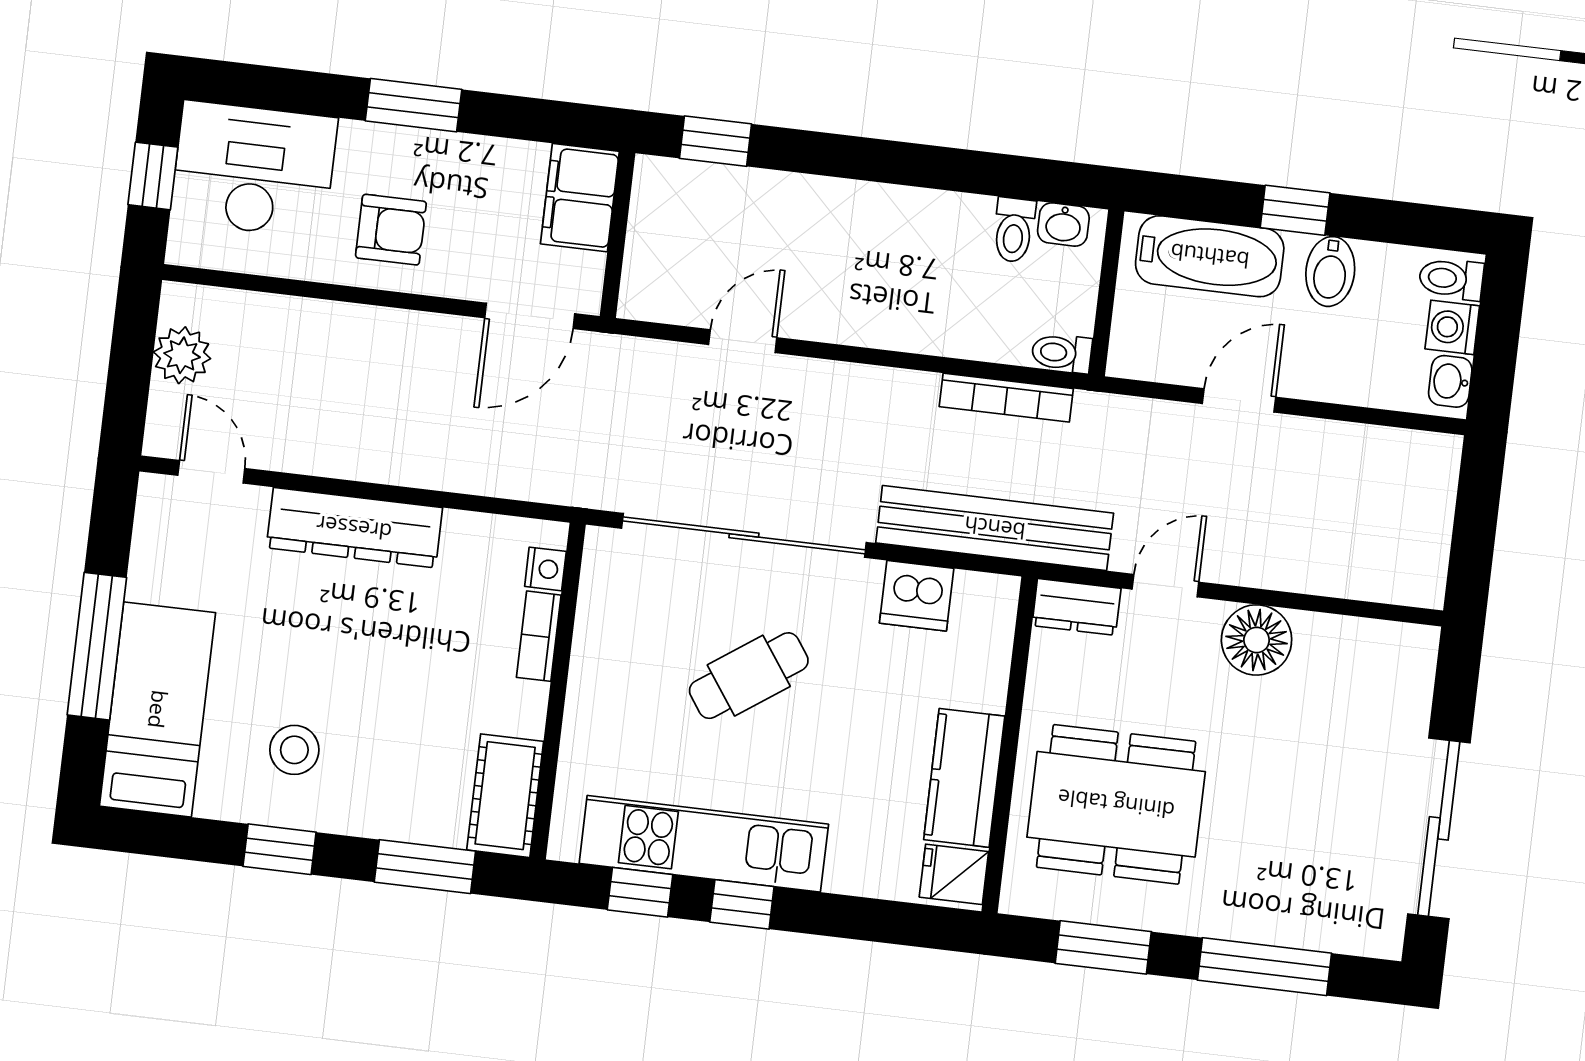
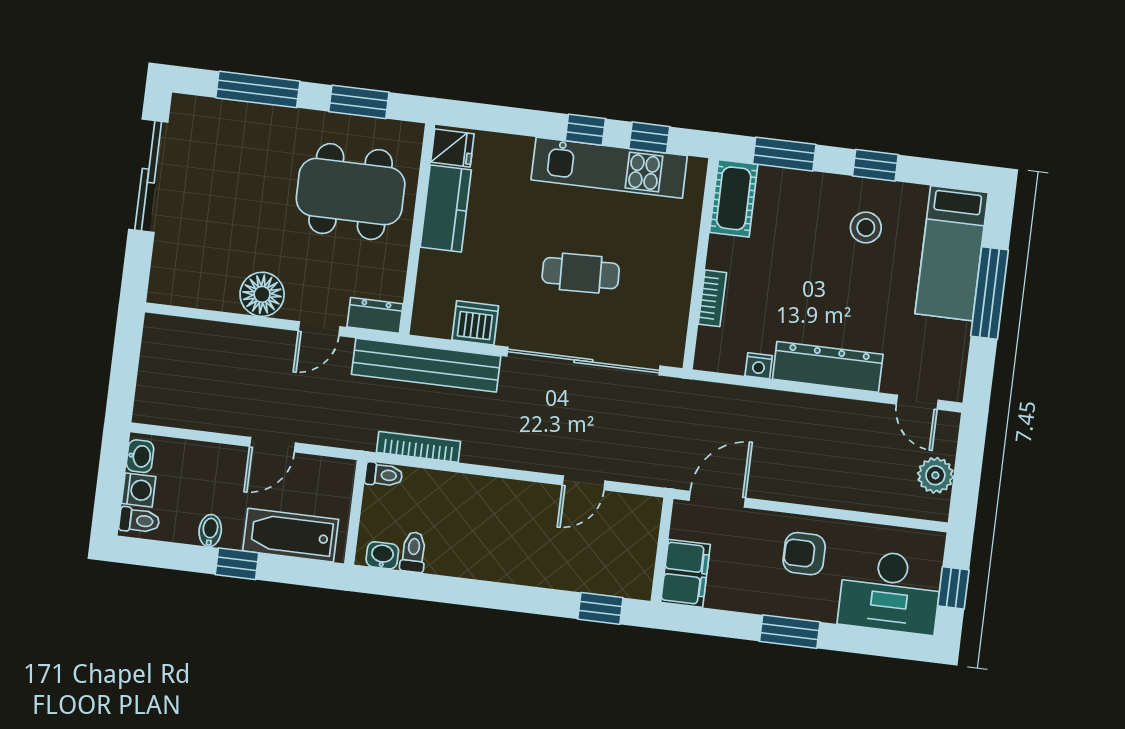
bidet: (1330, 271) -> (210, 531), width x0.72, depth x0.74
nightstand: (545, 569) -> (759, 366), moved, turned -90
cafe table: (749, 676) -> (581, 273), turned 33

